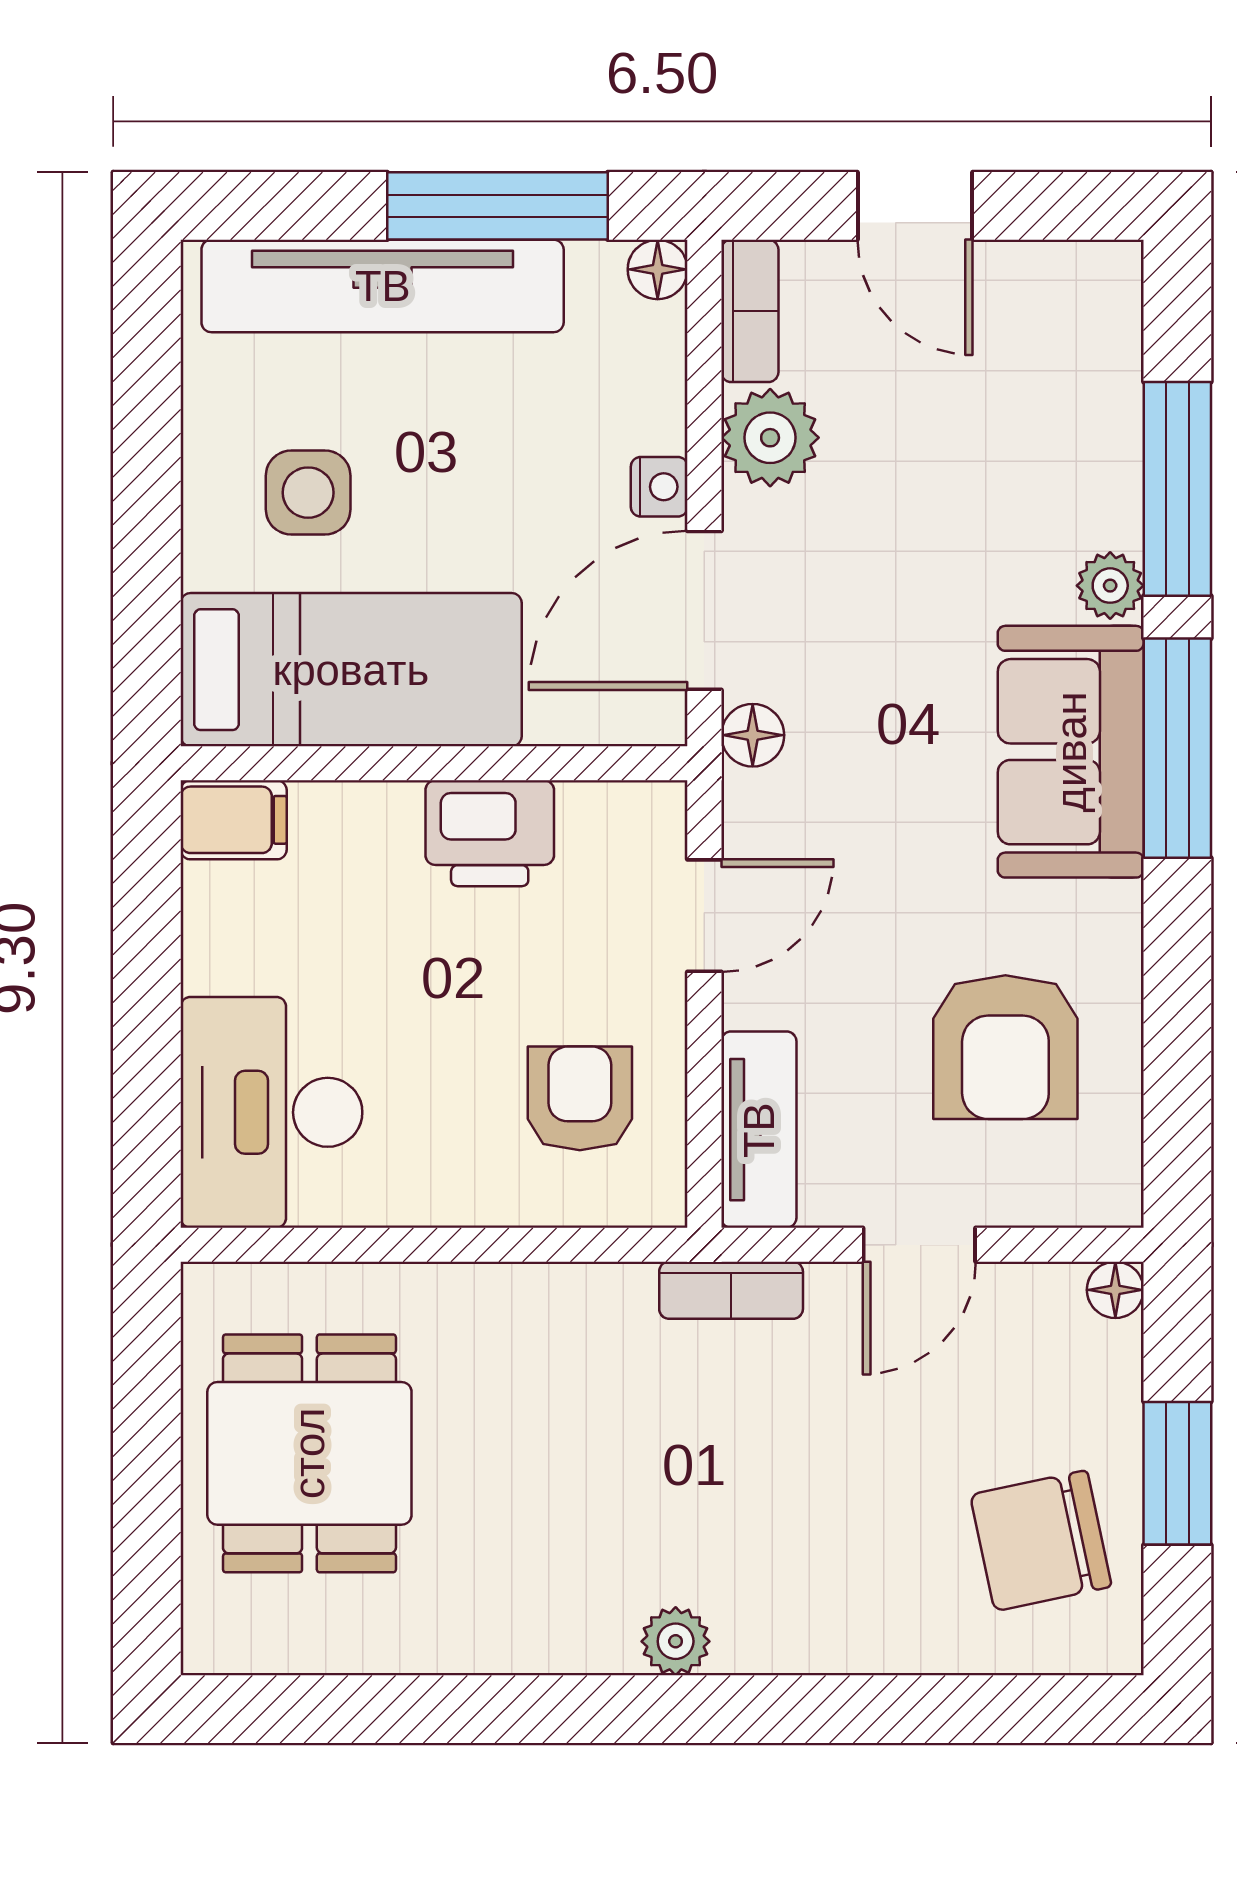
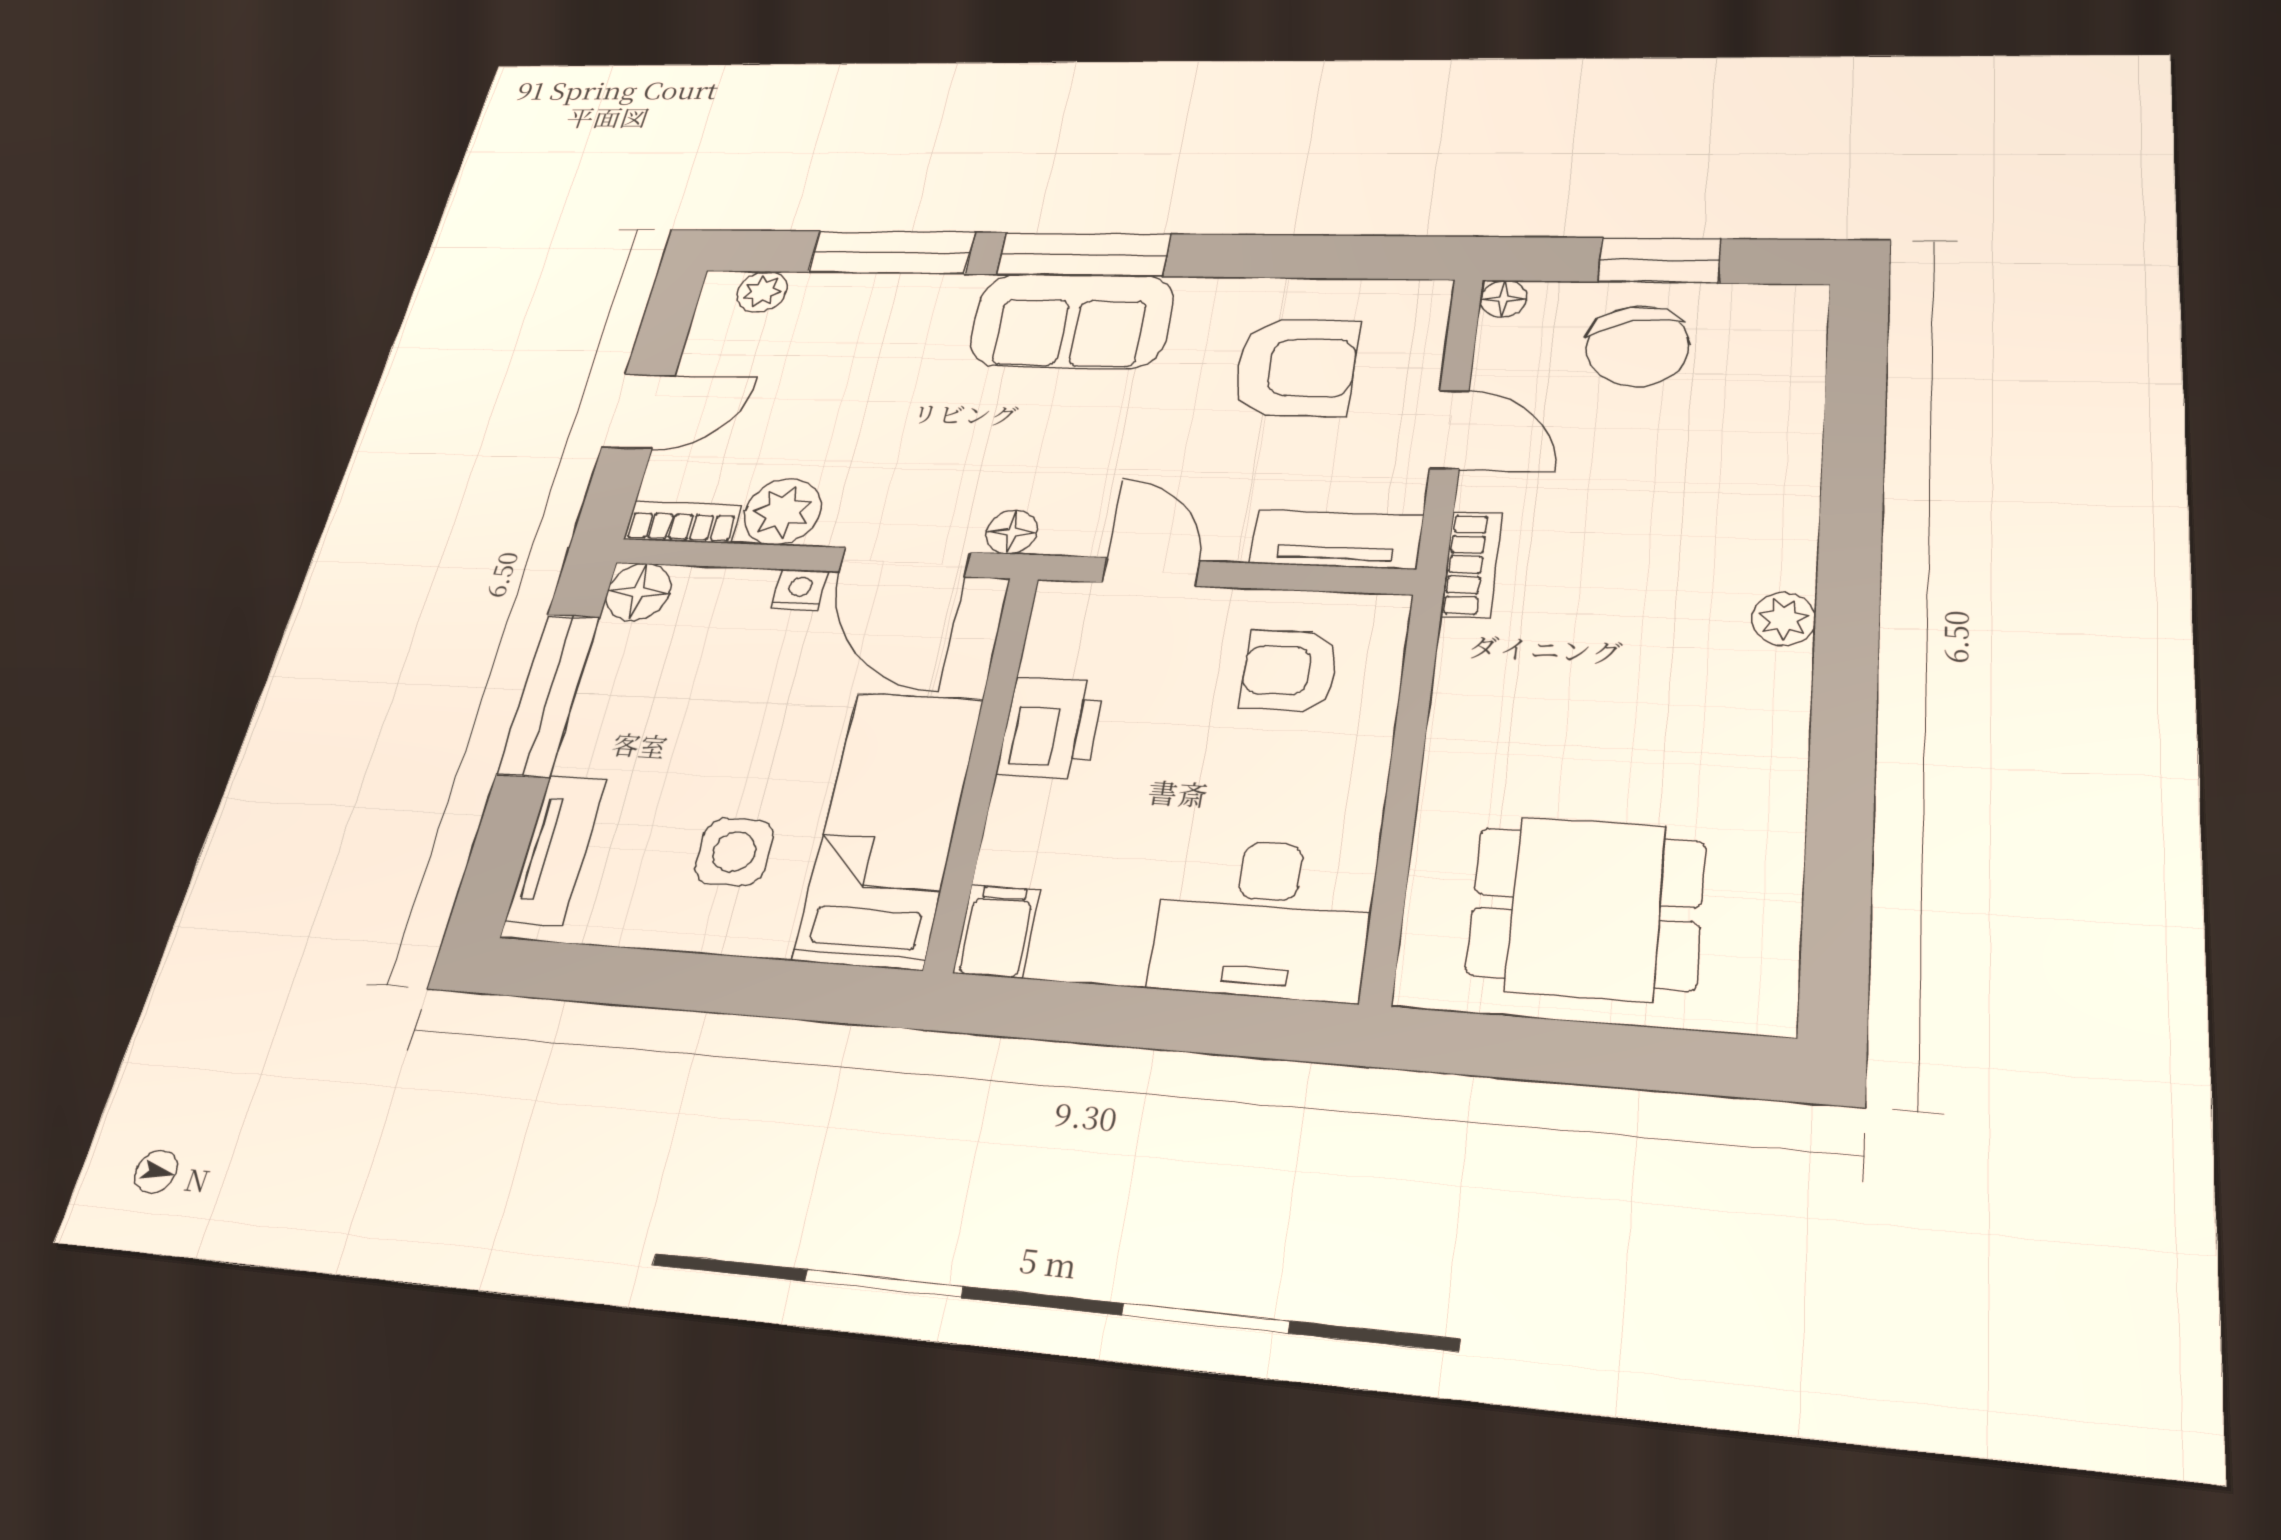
floor lamp: (658, 269) -> (638, 592), width x1.37, depth x1.37
tv unit: (383, 286) -> (556, 849), width x0.52, depth x0.78
plant: (1110, 586) -> (762, 292), moved
chair: (1041, 1541) -> (1638, 346), moved

